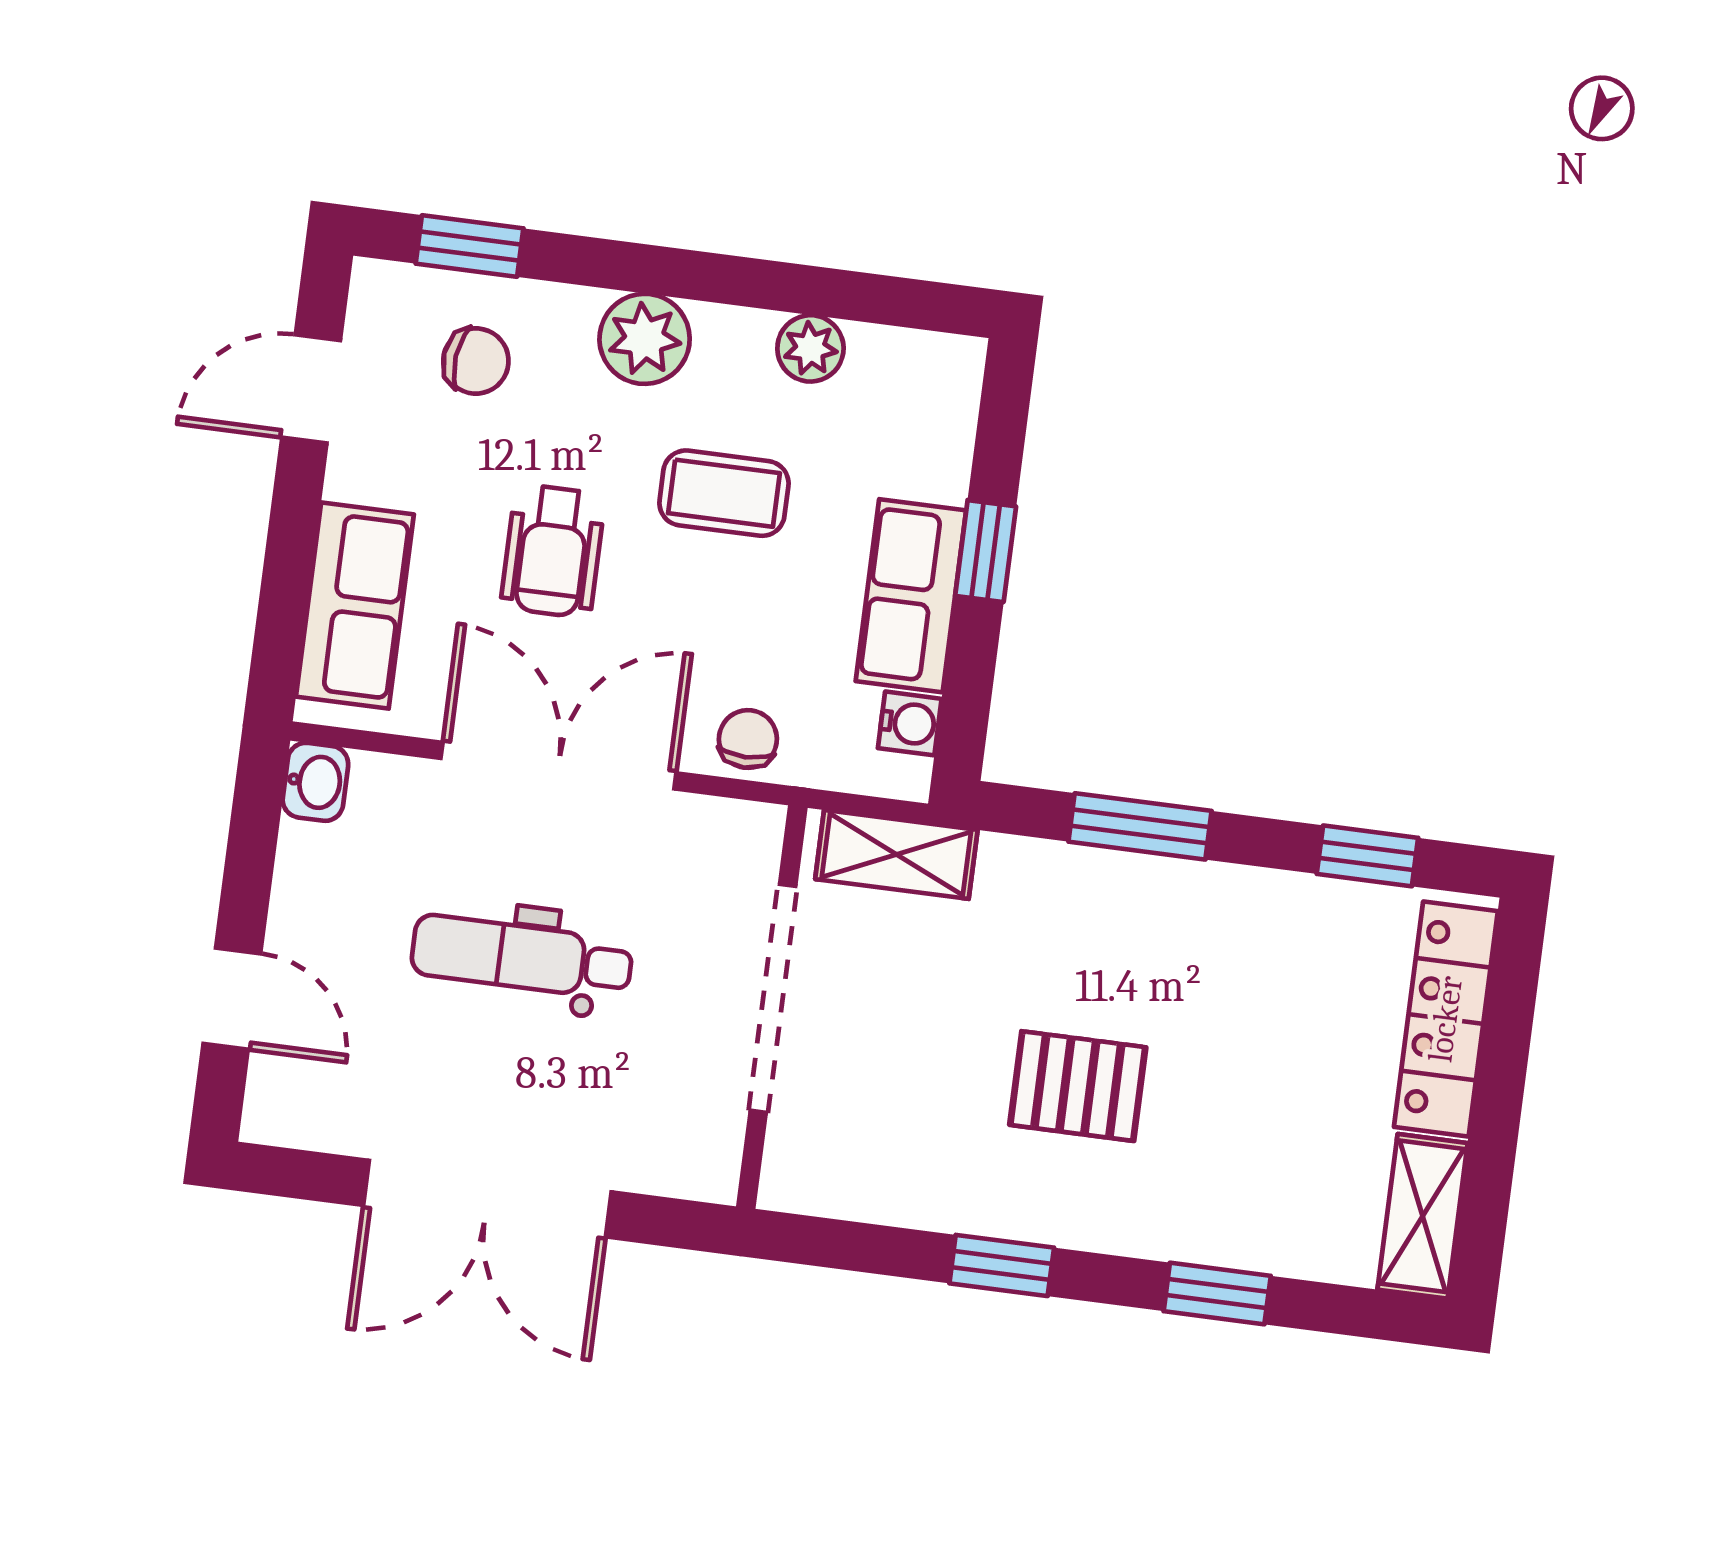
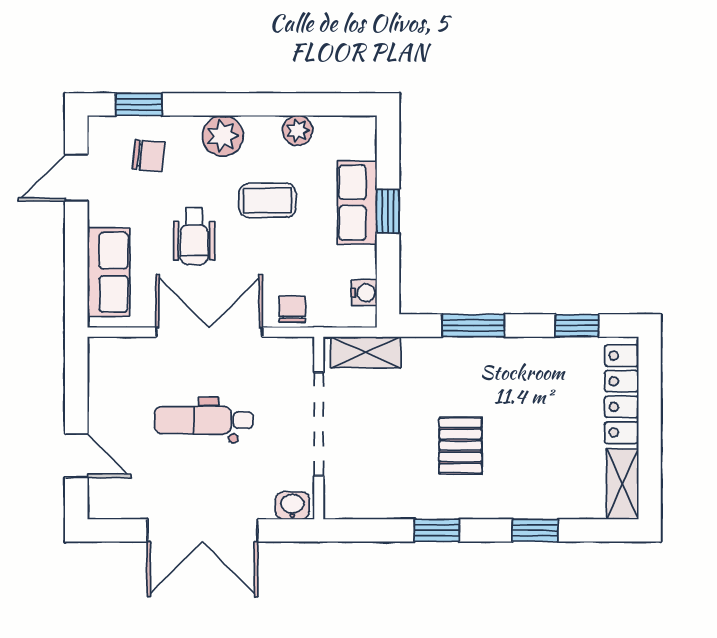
row of seats: (911, 596) -> (357, 203), moved
washbasin: (315, 782) -> (292, 506), moved, turned -90
pallet: (1078, 1086) -> (460, 446), turned 90

